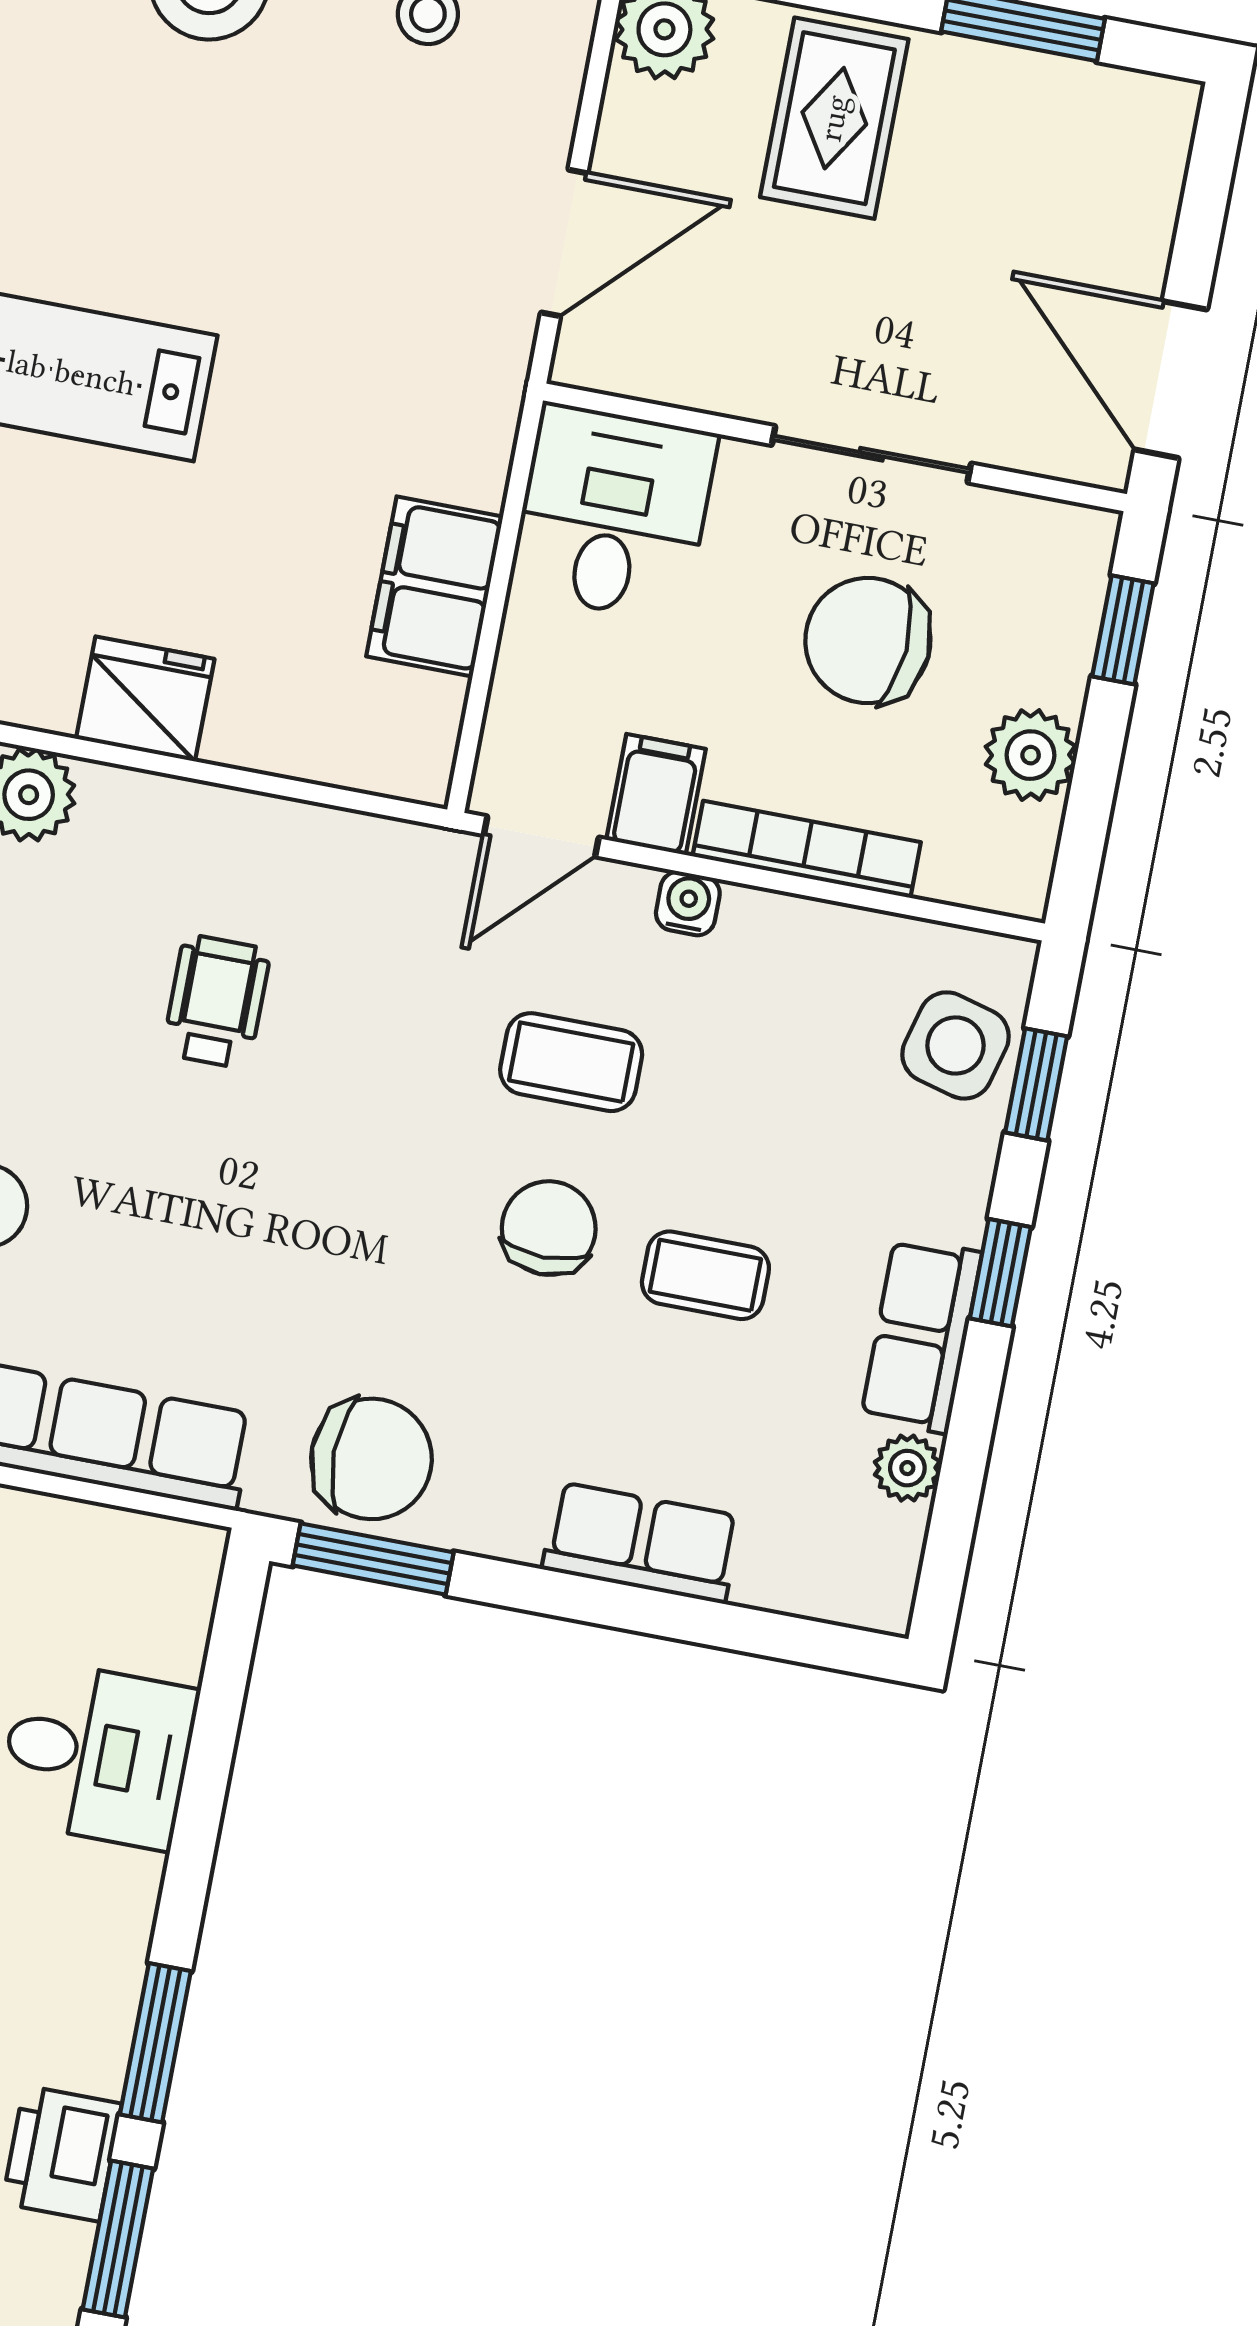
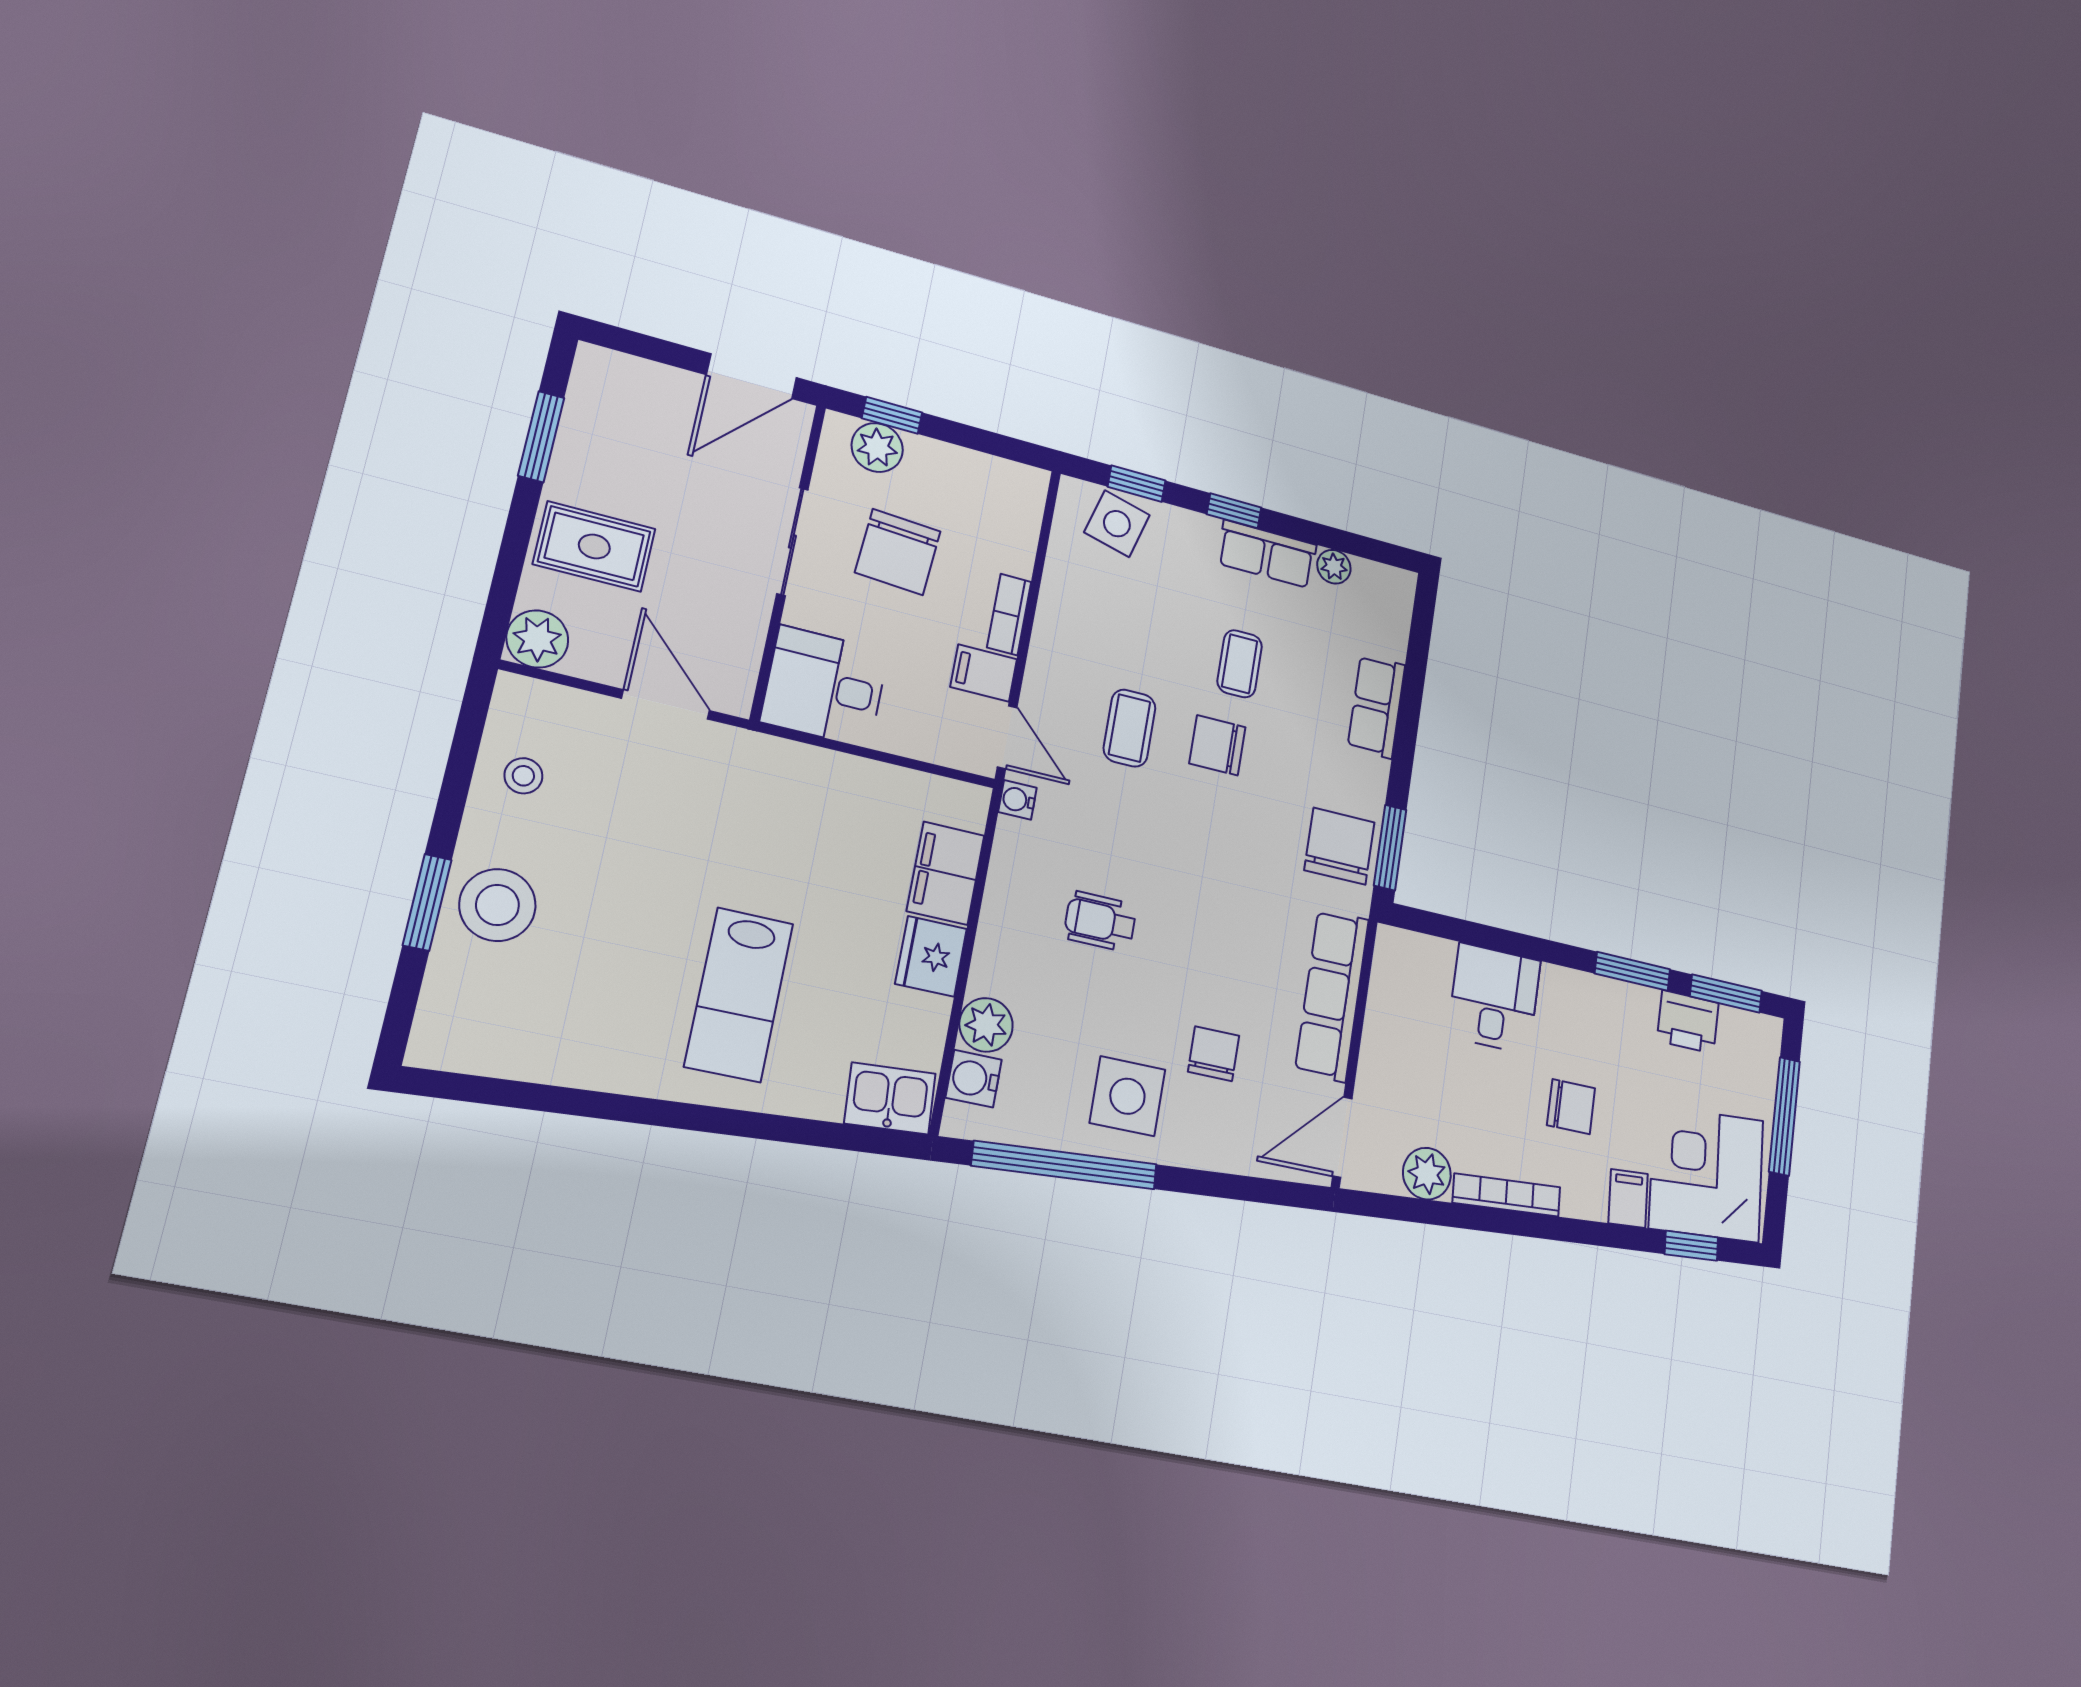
filing cabinet: (435, 586) -> (946, 873), moved, turned 90
plant: (1031, 755) -> (877, 448), moved
bookcase: (807, 849) -> (1009, 615), width x0.64
water cooler: (688, 903) -> (1017, 800), moved

